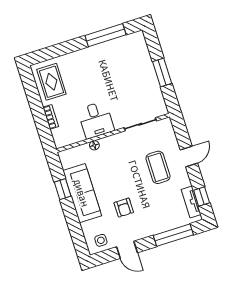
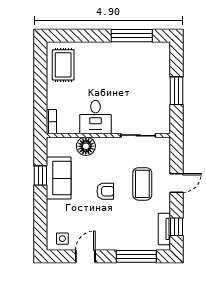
bookcase: (51, 117) -> (51, 122), moved
floor lamp: (94, 145) -> (86, 146), width x1.89, depth x1.89
sofa: (82, 193) -> (59, 178), width x0.73
armchair: (124, 208) -> (105, 191), moved, turned -90
door: (127, 250) -> (85, 256), swing flipped

